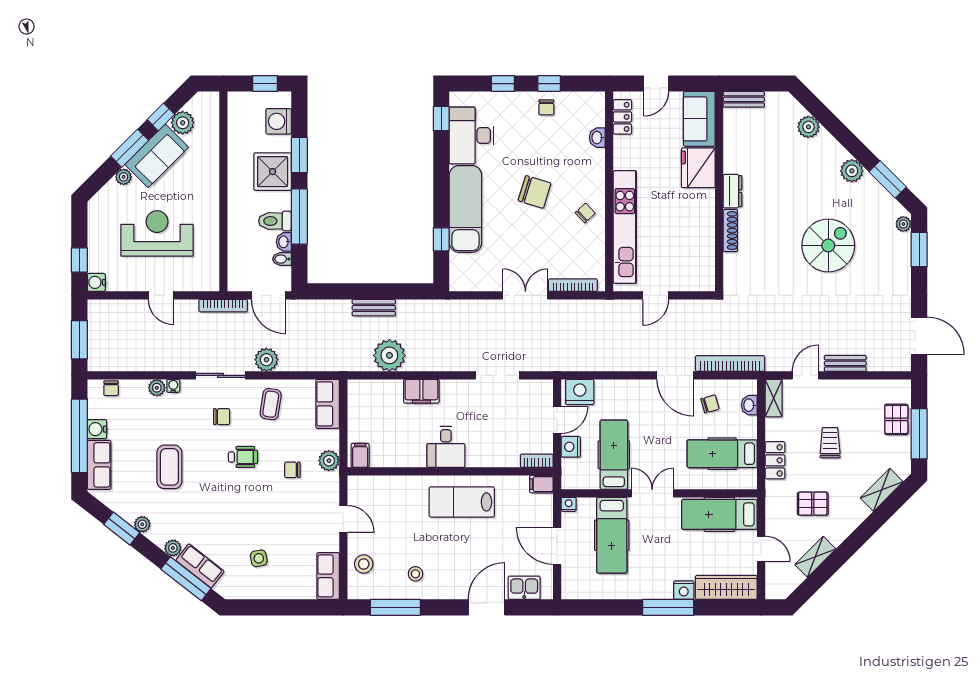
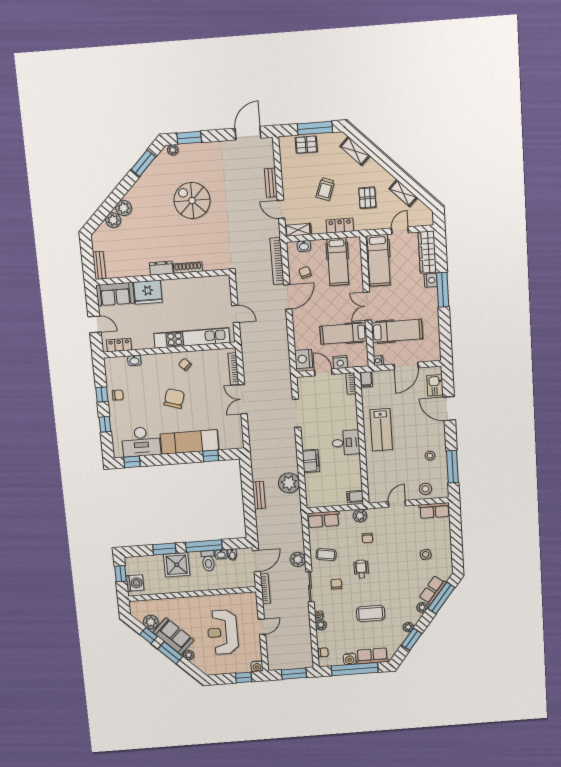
washing machine: (279, 121) -> (135, 583), moved, turned -90
plant: (852, 171) -> (124, 208), moved
trolley: (830, 443) -> (325, 189), turned -70

